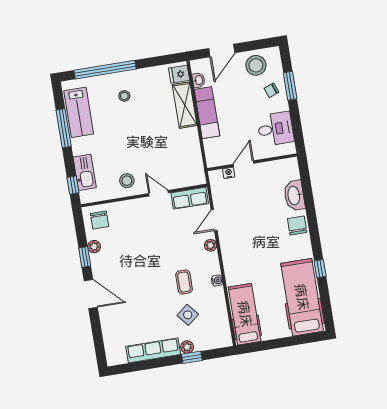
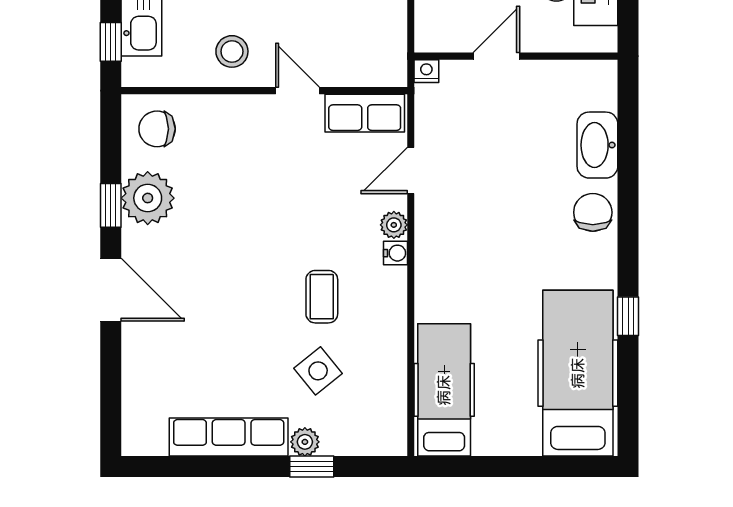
nightstand: (229, 173) -> (426, 71), moved
chair: (100, 220) -> (157, 129), turned 90
plant: (94, 247) -> (148, 198), width x1.88, depth x1.88
water cooler: (217, 281) -> (395, 253), moved

